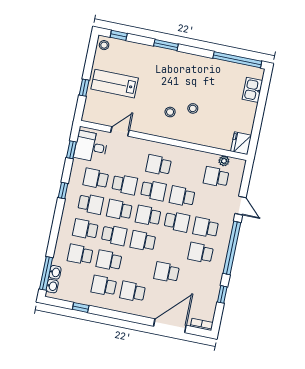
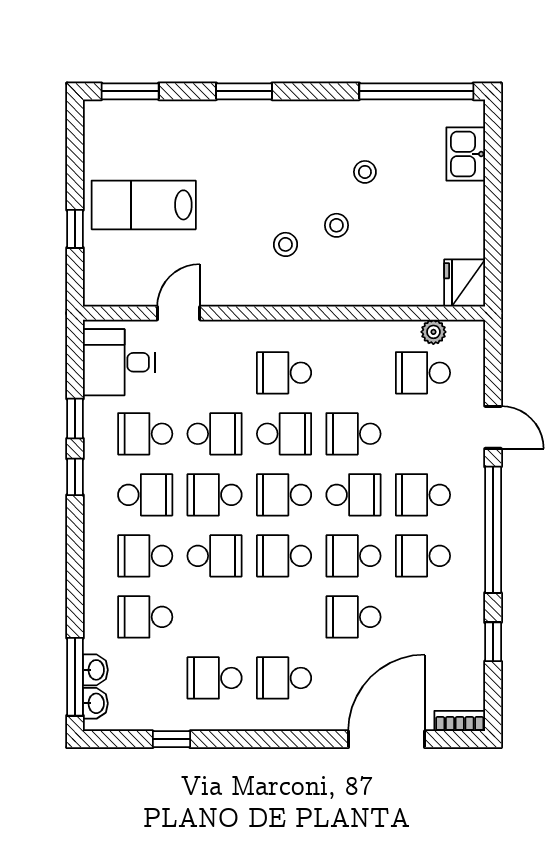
window: (119, 35) -> (130, 91), width x1.50
stool: (104, 45) -> (365, 172), moved
window: (71, 150) -> (75, 419), moved
school desk: (109, 260) -> (353, 556), moved

